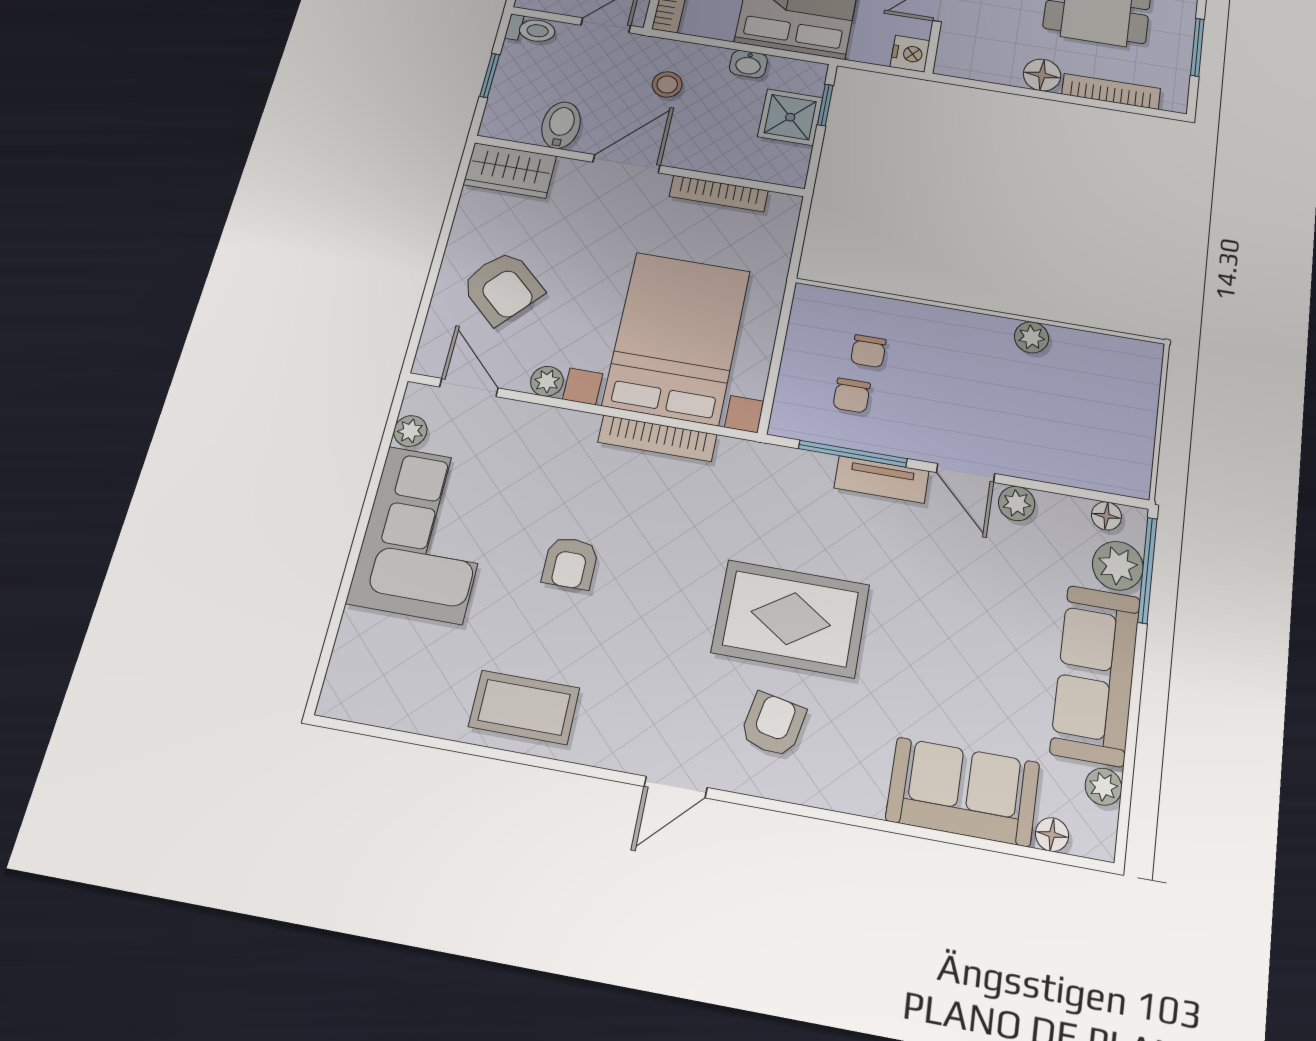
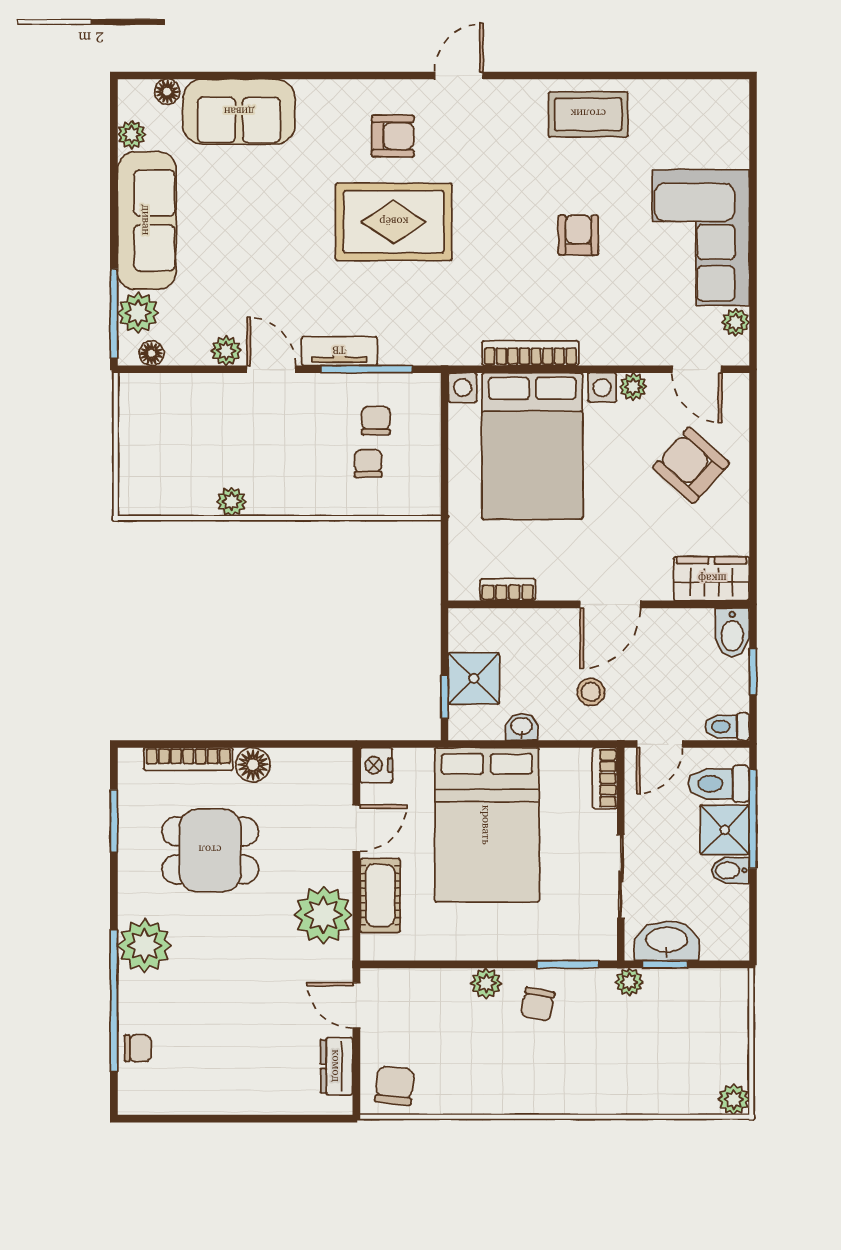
bidet: (561, 125) -> (732, 632), moved
bookcase: (719, 194) -> (508, 590), width x0.64
armchair: (773, 725) -> (393, 136), turned -101

